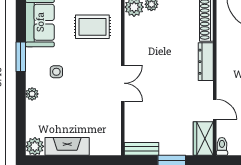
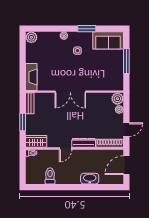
rug: (92, 27) -> (105, 73), removed
double door: (123, 83) -> (70, 92), width x1.37
door: (215, 109) -> (66, 148), moved
fireplace: (67, 146) -> (31, 77), moved

